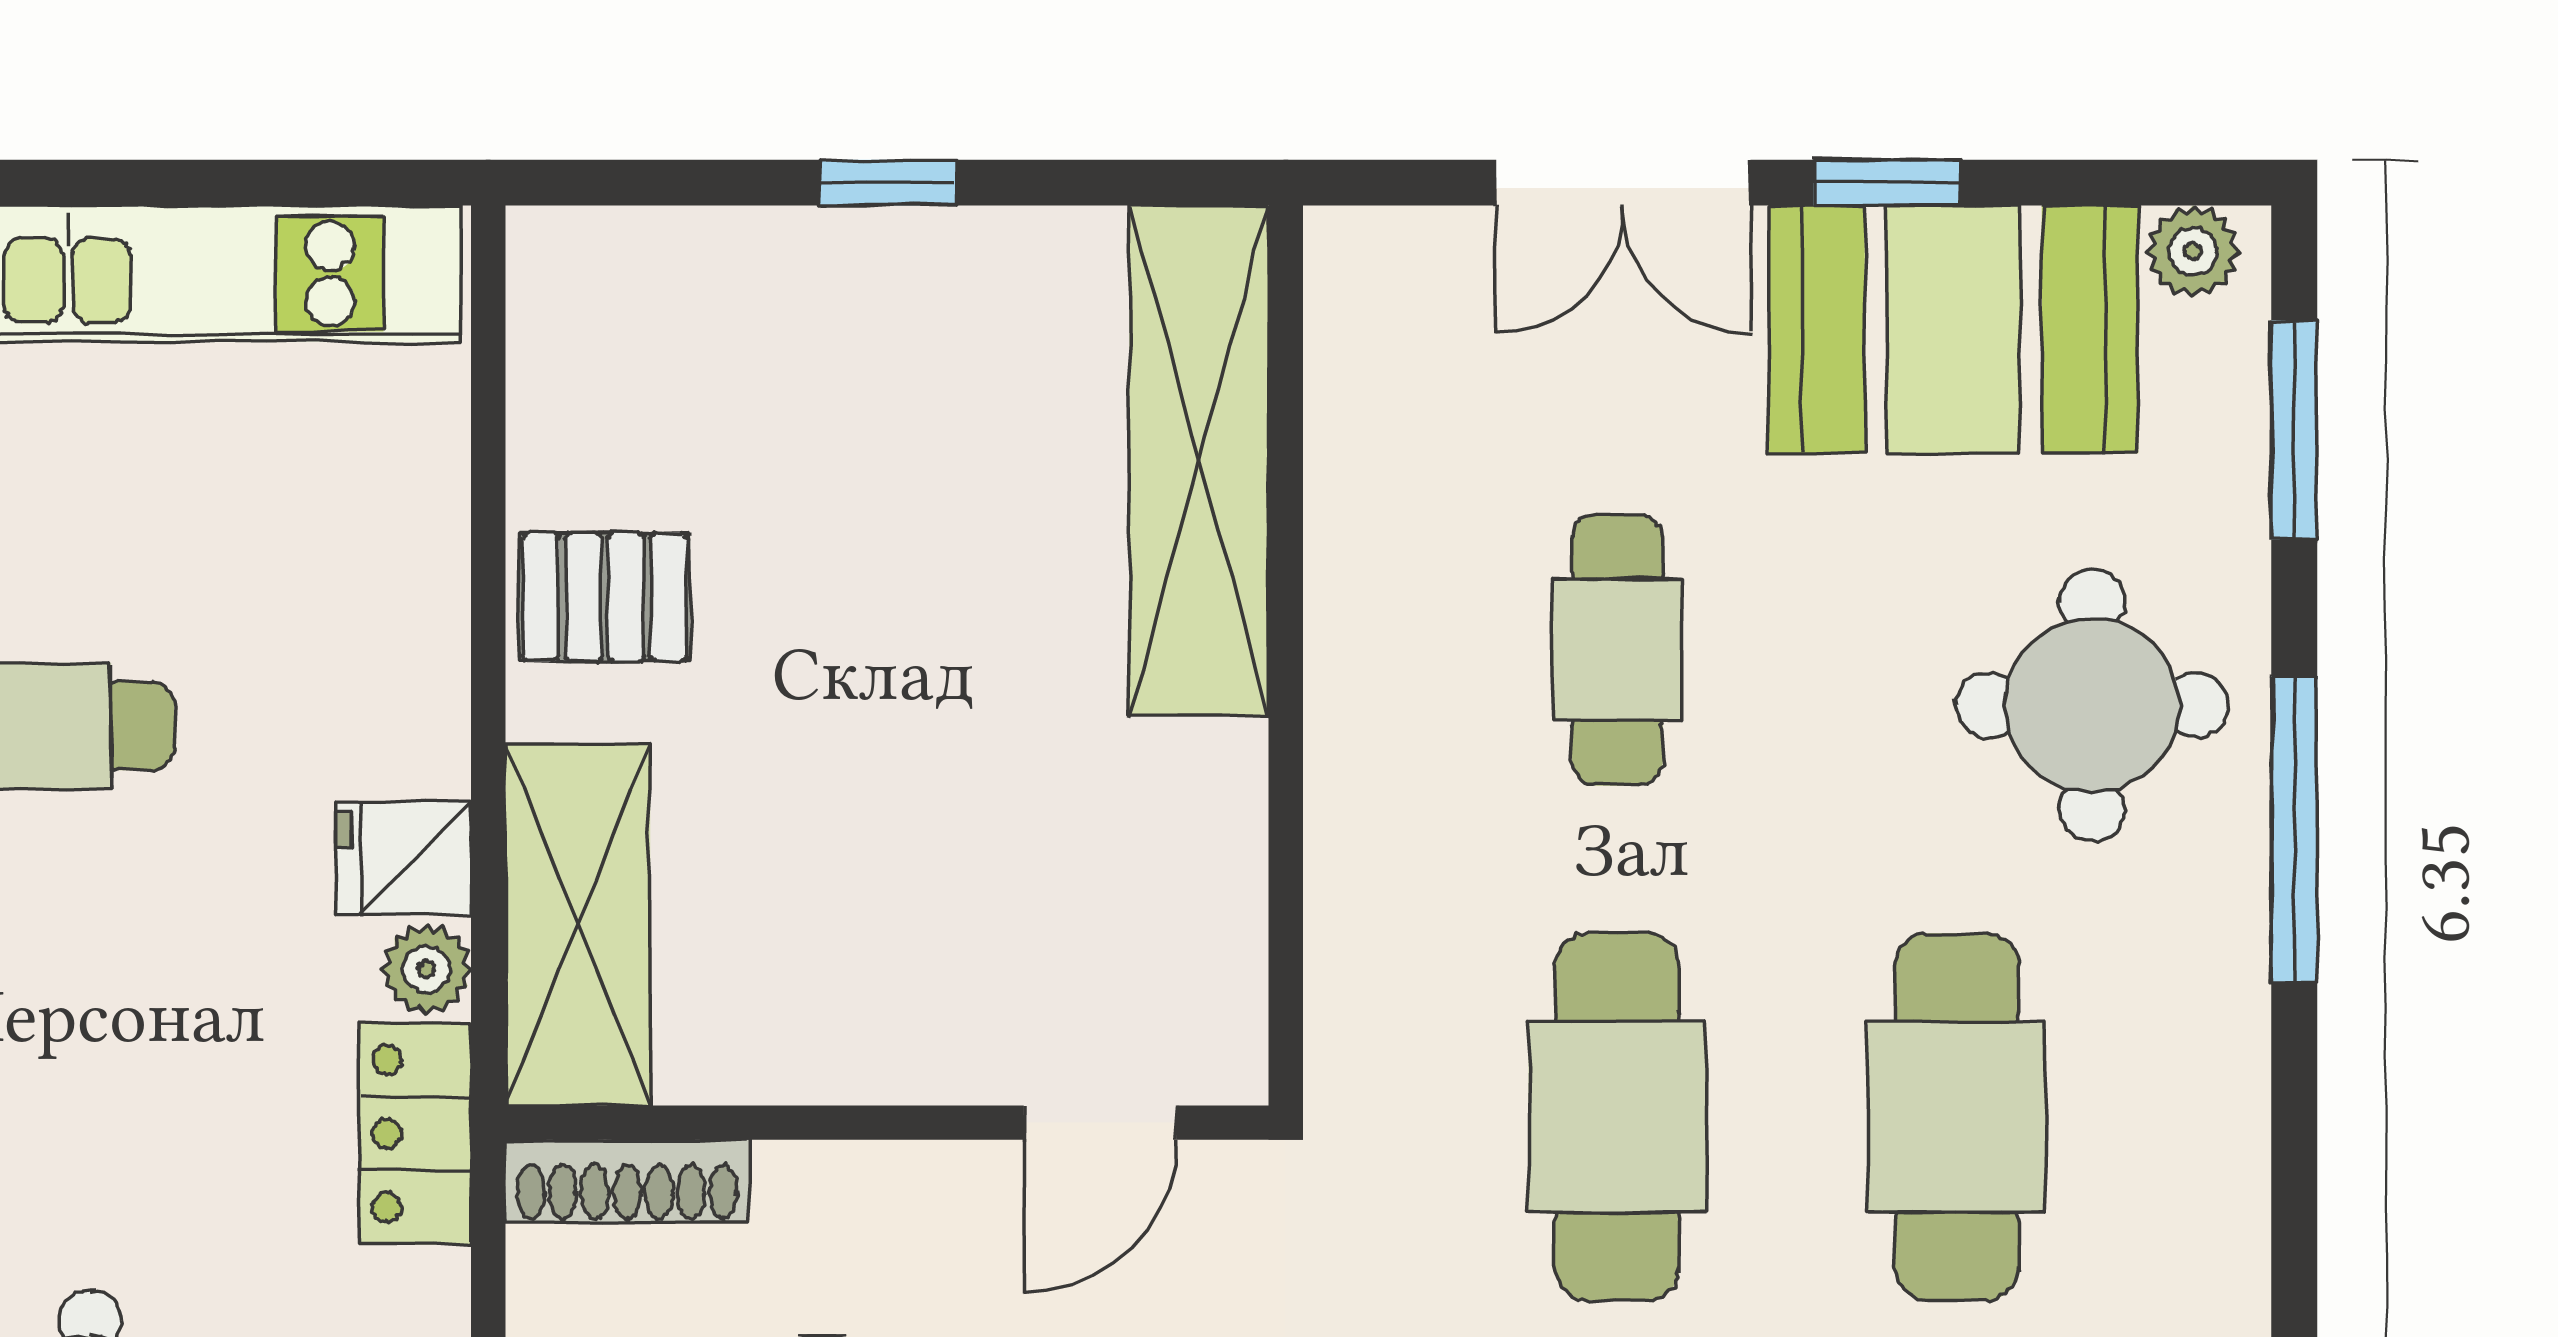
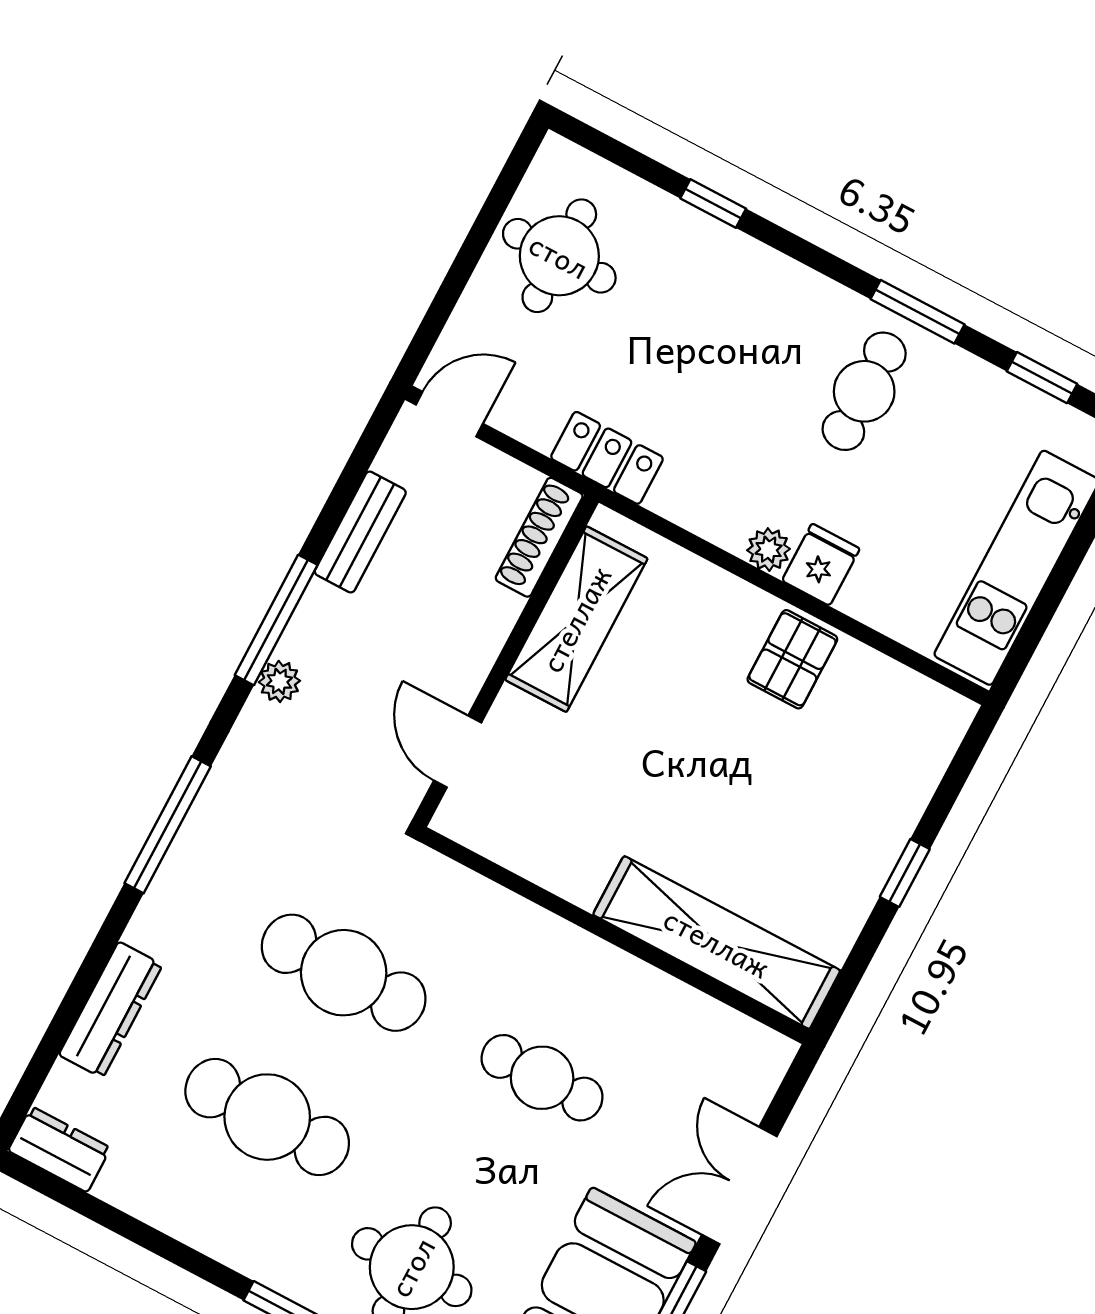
fridge: (403, 858) -> (821, 565), moved
shelving: (578, 924) -> (576, 619), moved, turned 90
plant: (426, 969) -> (769, 550), moved

